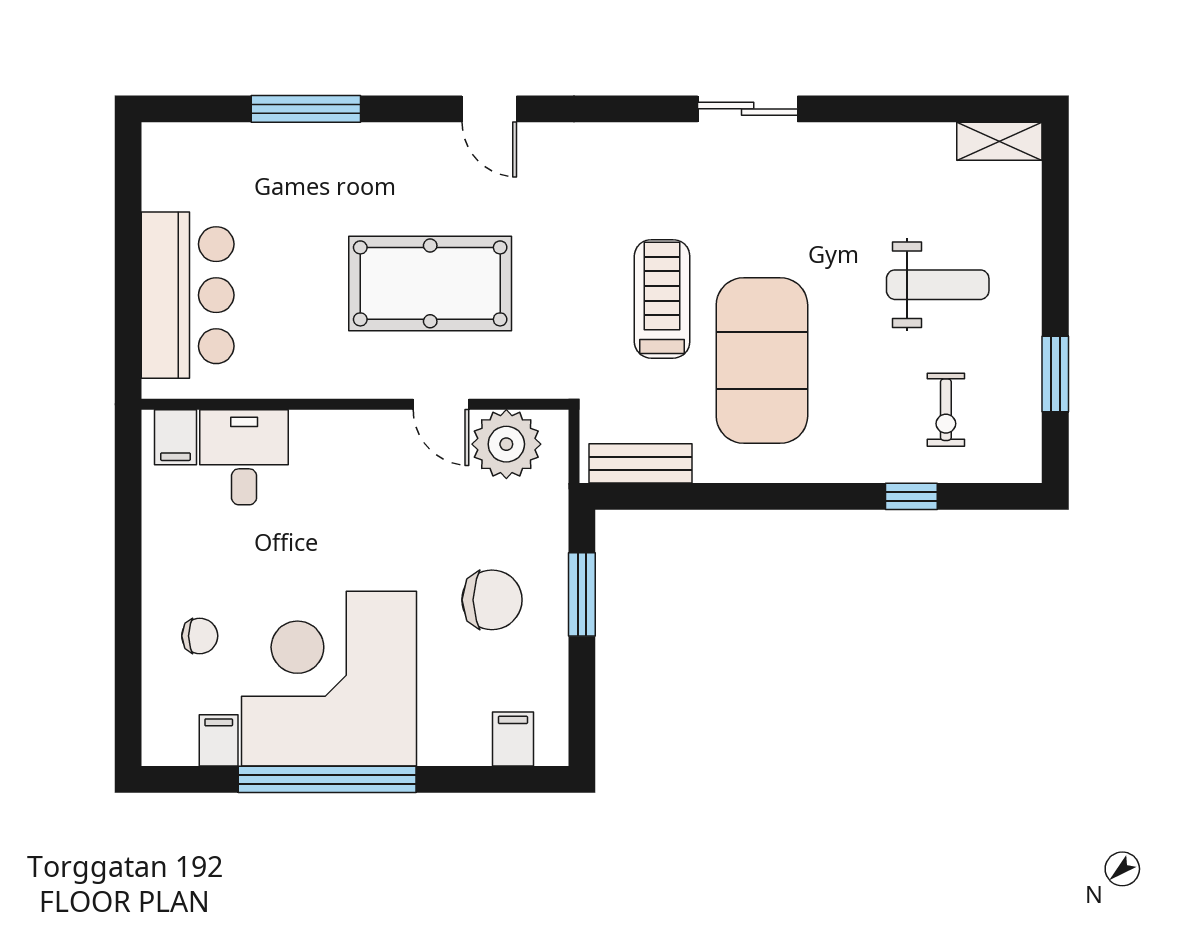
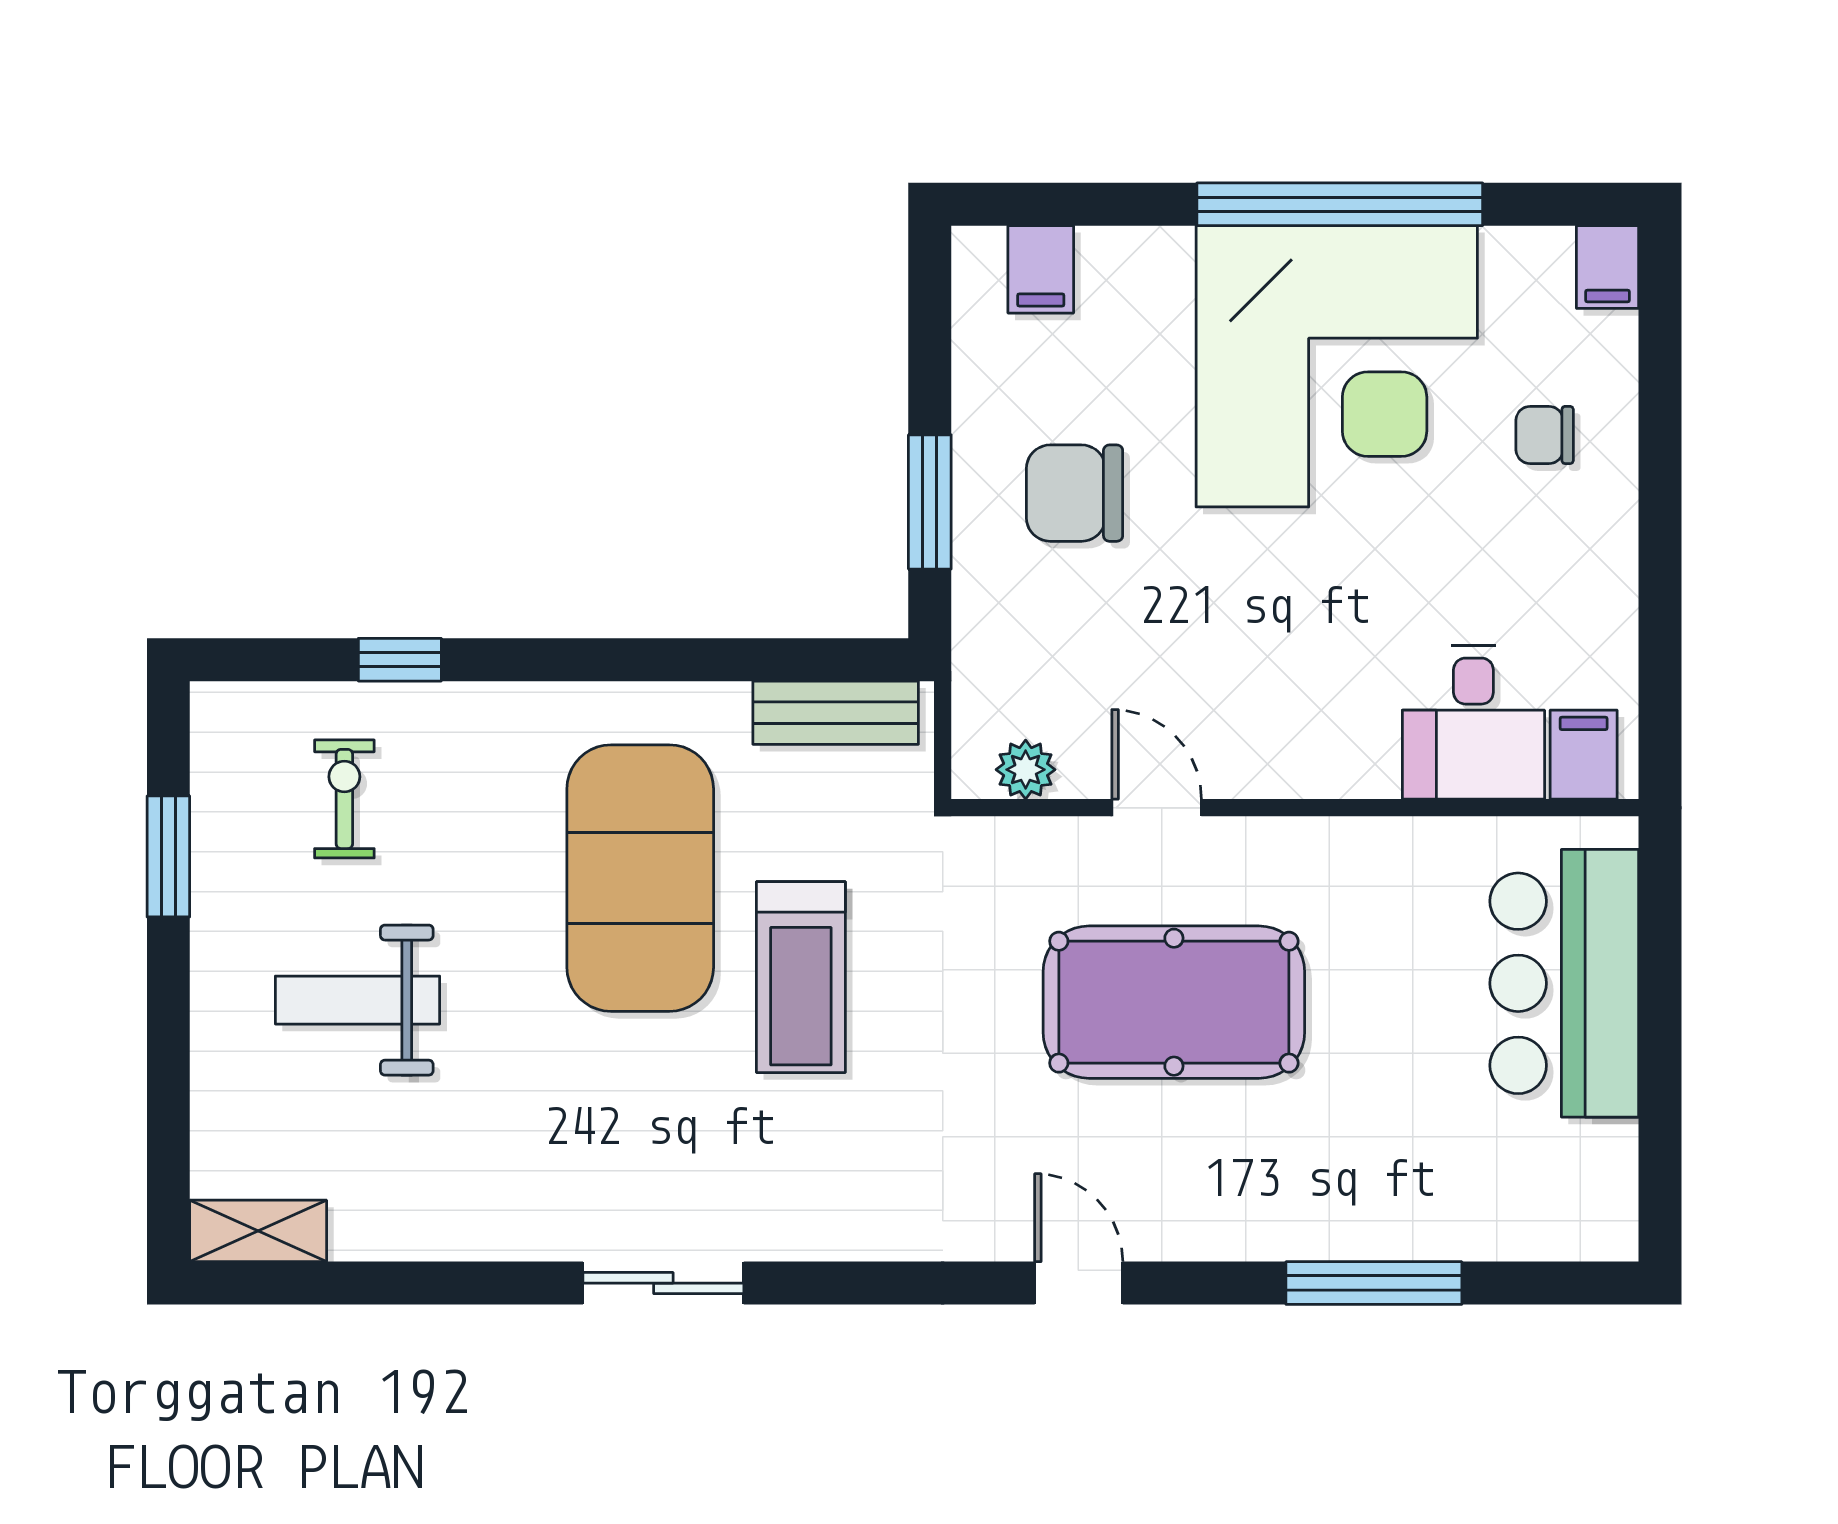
plant: (506, 444) -> (1026, 770), width x0.53, depth x0.53
filing cabinet: (219, 740) -> (1608, 267), moved

